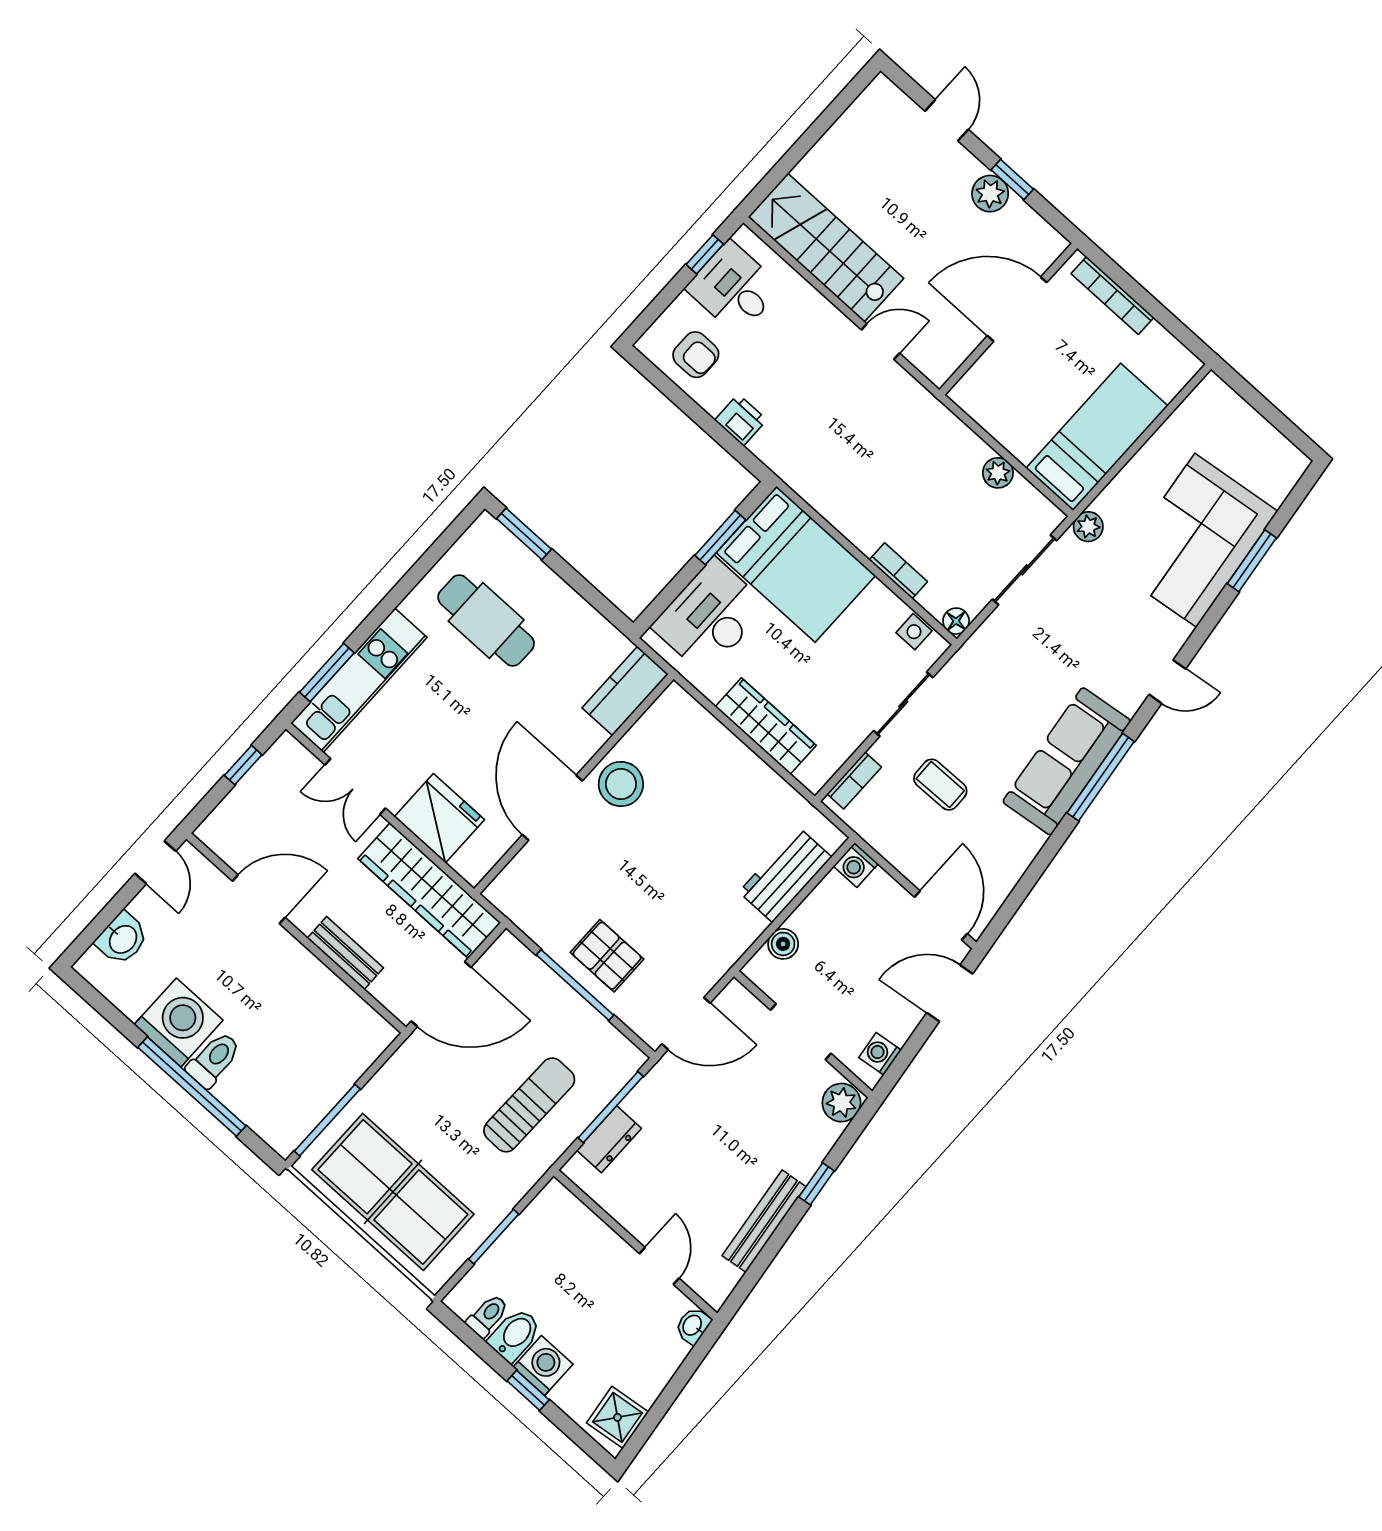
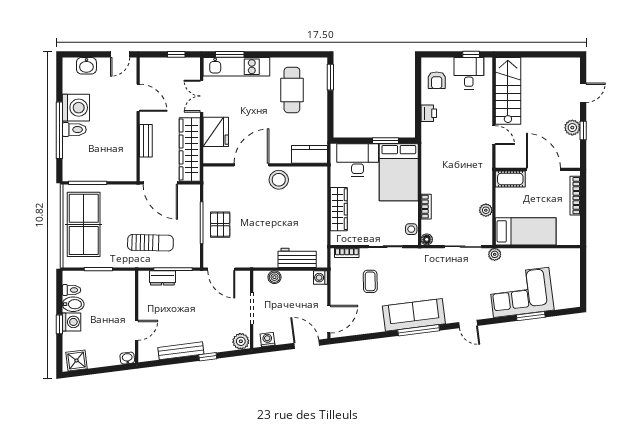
cot: (982, 382) -> (510, 179), added

